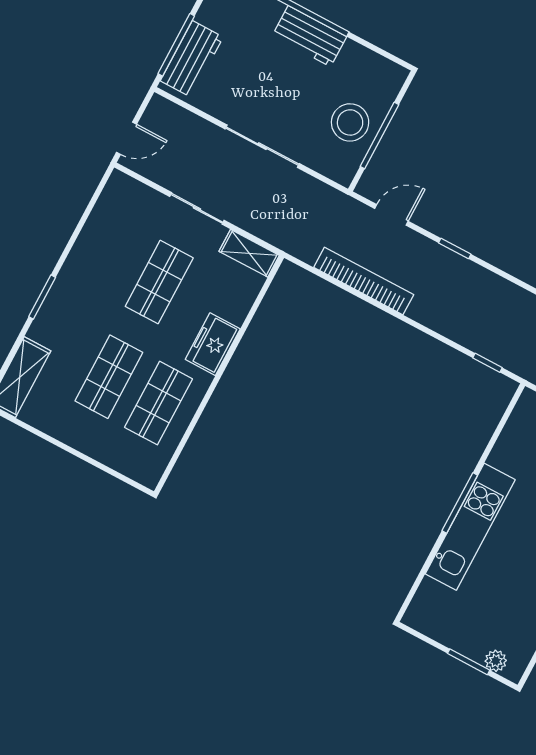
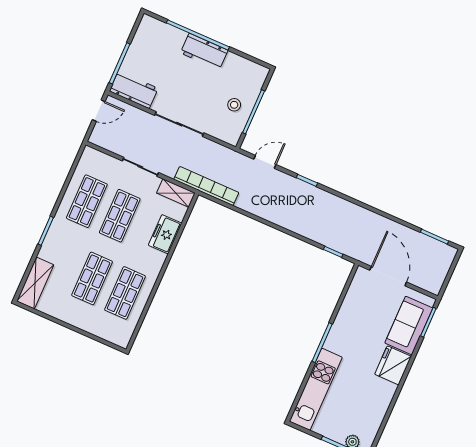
workbench: (192, 59) -> (134, 90), moved, turned -90
stool: (350, 122) -> (234, 105), width x0.53, depth x0.53
door: (127, 138) -> (99, 111), moved
shop shelf: (110, 256) -> (87, 201), added
bookcase: (364, 281) -> (206, 186), moved
freezer: (213, 344) -> (165, 234), moved
kitchen unit: (470, 527) -> (316, 389), moved

